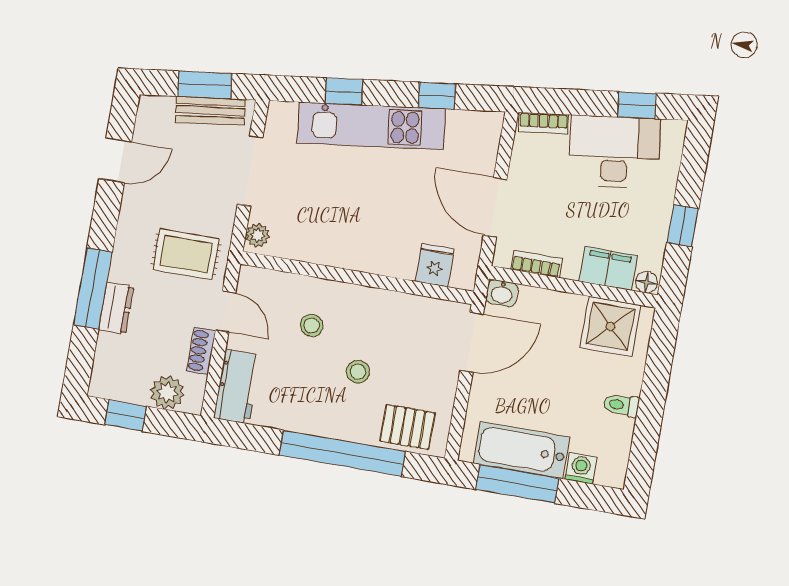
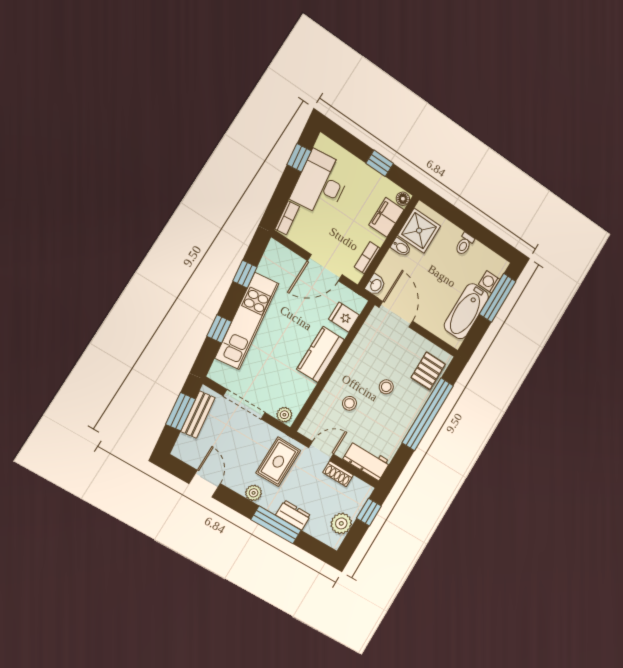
plant: (127, 236) -> (254, 493), added
kitchen counter: (366, 253) -> (321, 354), added
bidet: (574, 309) -> (401, 247), added
plant: (167, 393) -> (341, 523), moved
window: (126, 415) -> (369, 512), moved
window: (517, 484) -> (498, 298), moved

